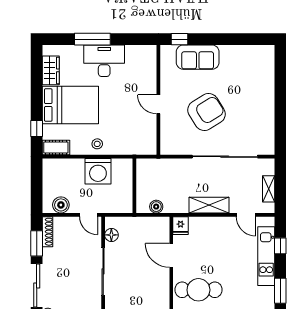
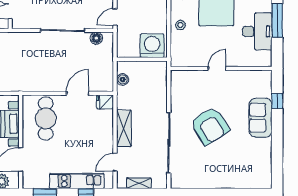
wall: (158, 100) -> (221, 68), moved
door: (158, 104) -> (217, 68), moved
washing machine: (98, 171) -> (152, 46), moved, turned 90

